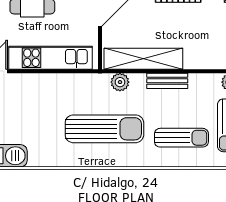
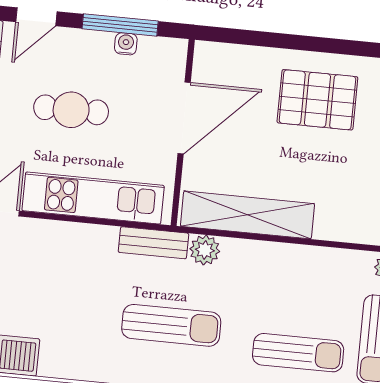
bench: (167, 81) -> (153, 243), moved
sun lounger: (104, 129) -> (171, 325), width x0.73, depth x0.75

